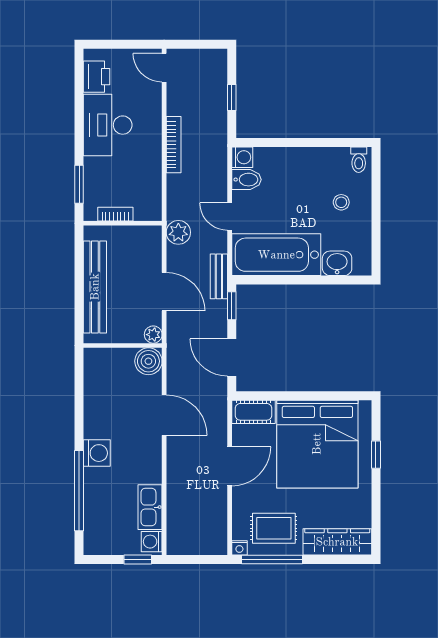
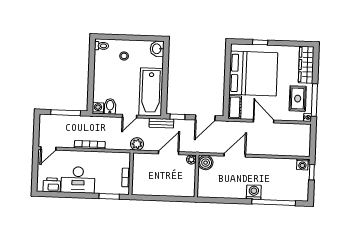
window: (232, 97) -> (66, 113), width x2.17
washbasin: (337, 263) -> (157, 49), moved
bench: (95, 287) -> (165, 190), removed
kitchen sink: (150, 507) -> (284, 165), removed

